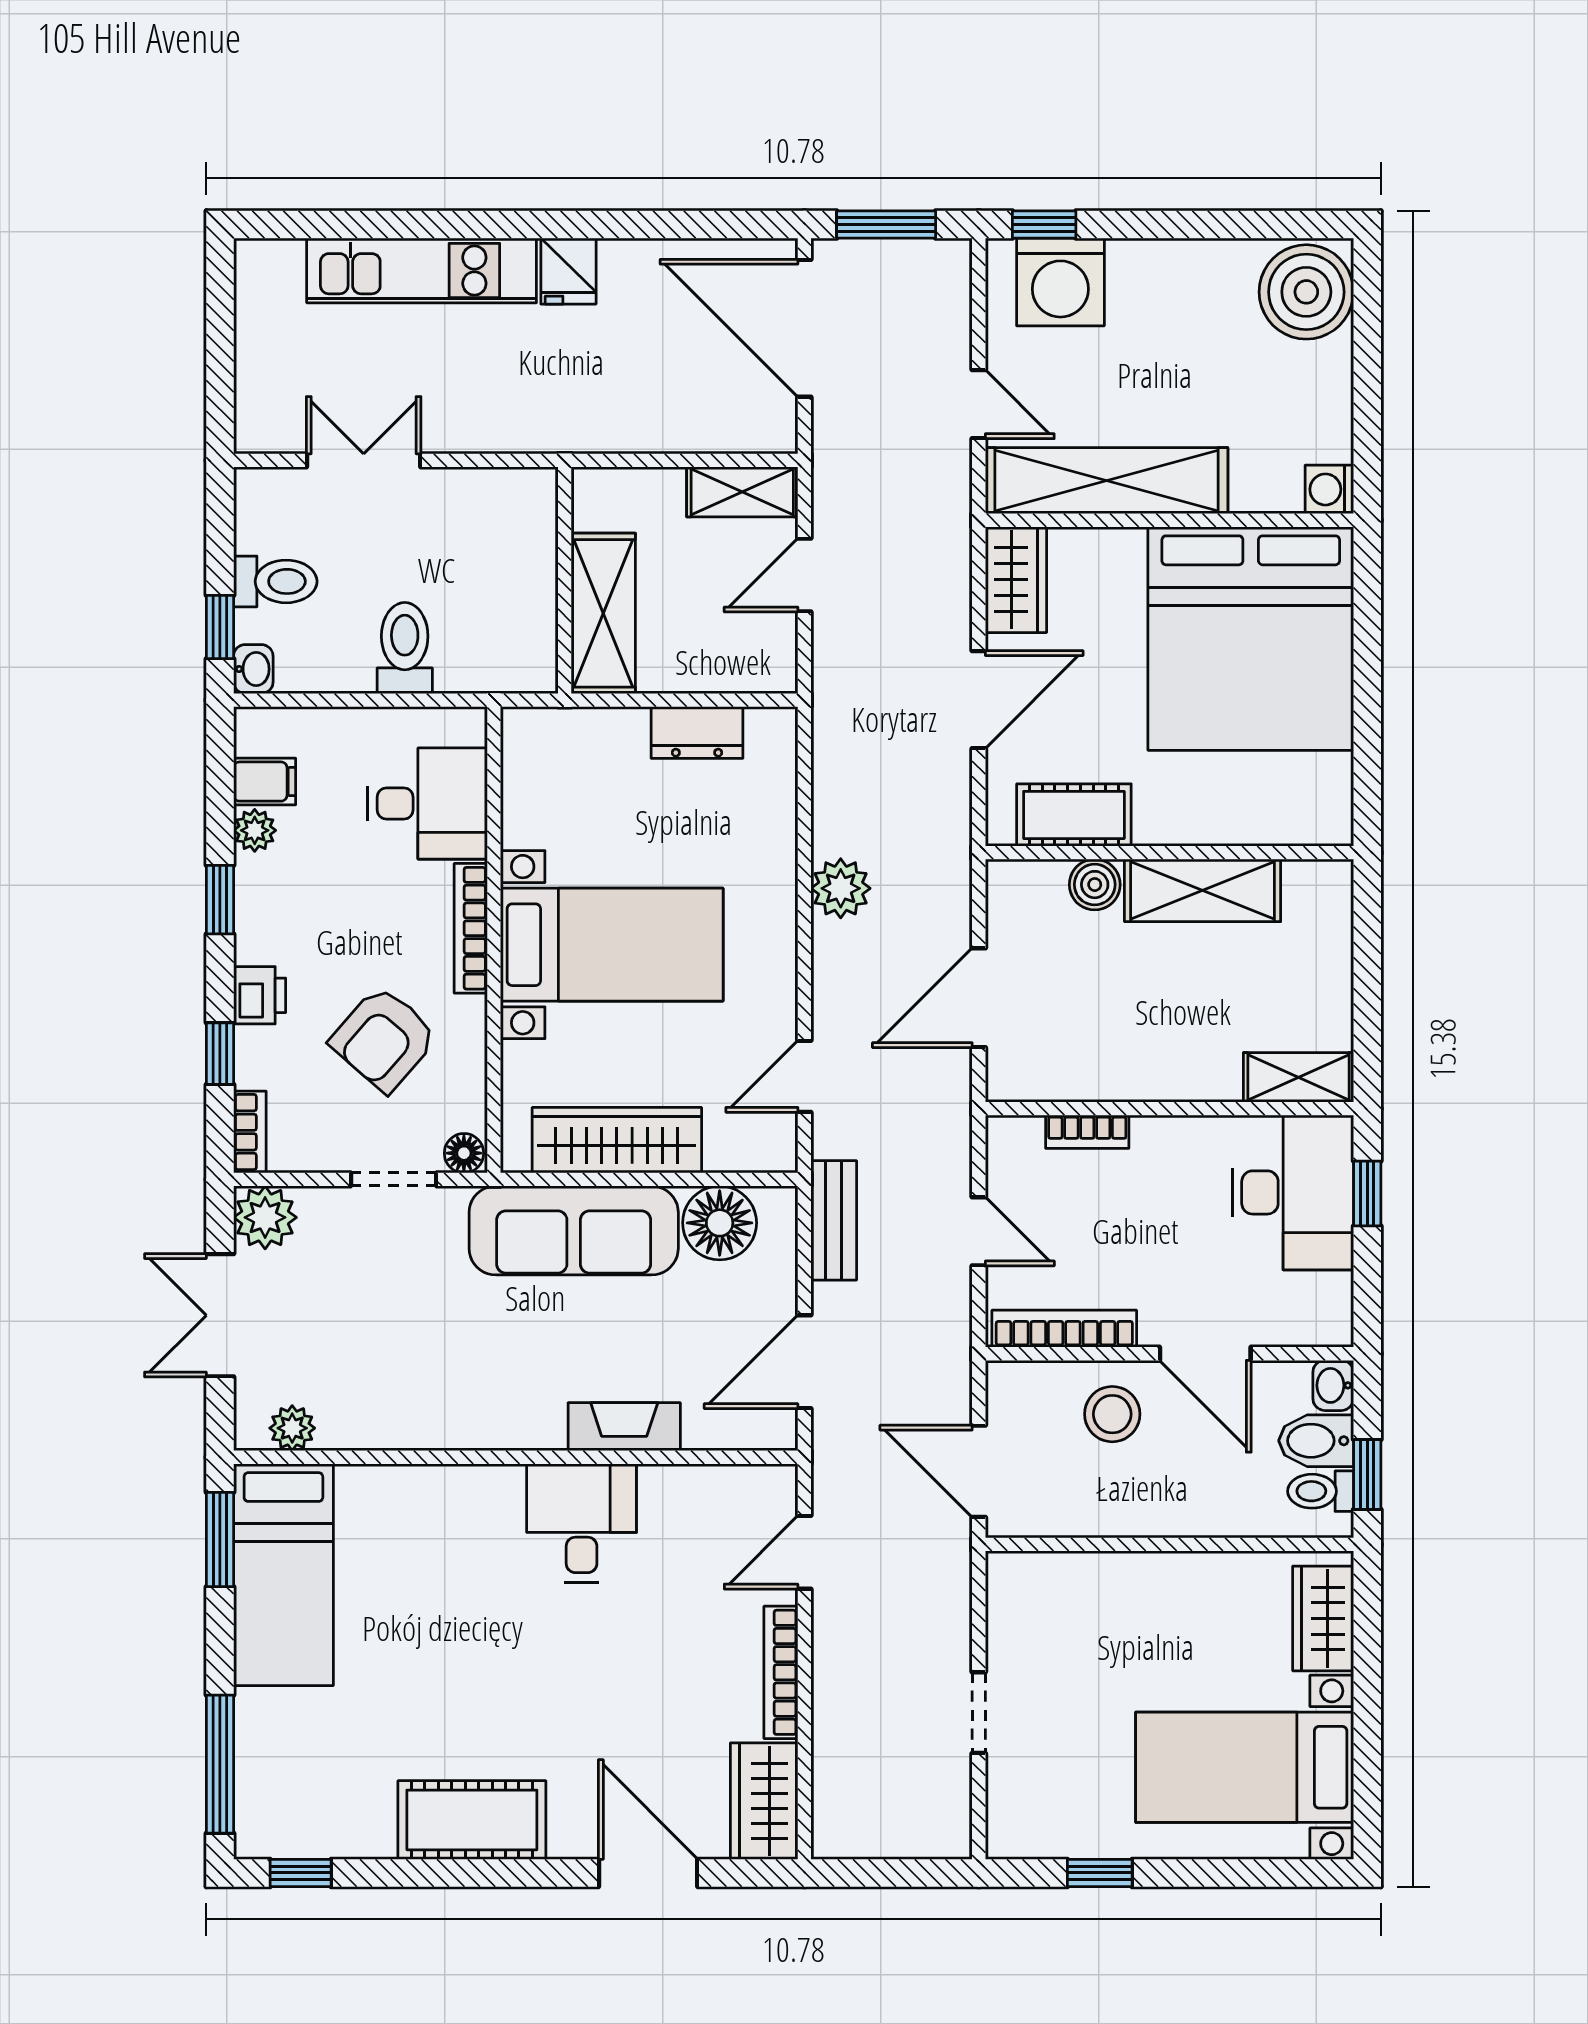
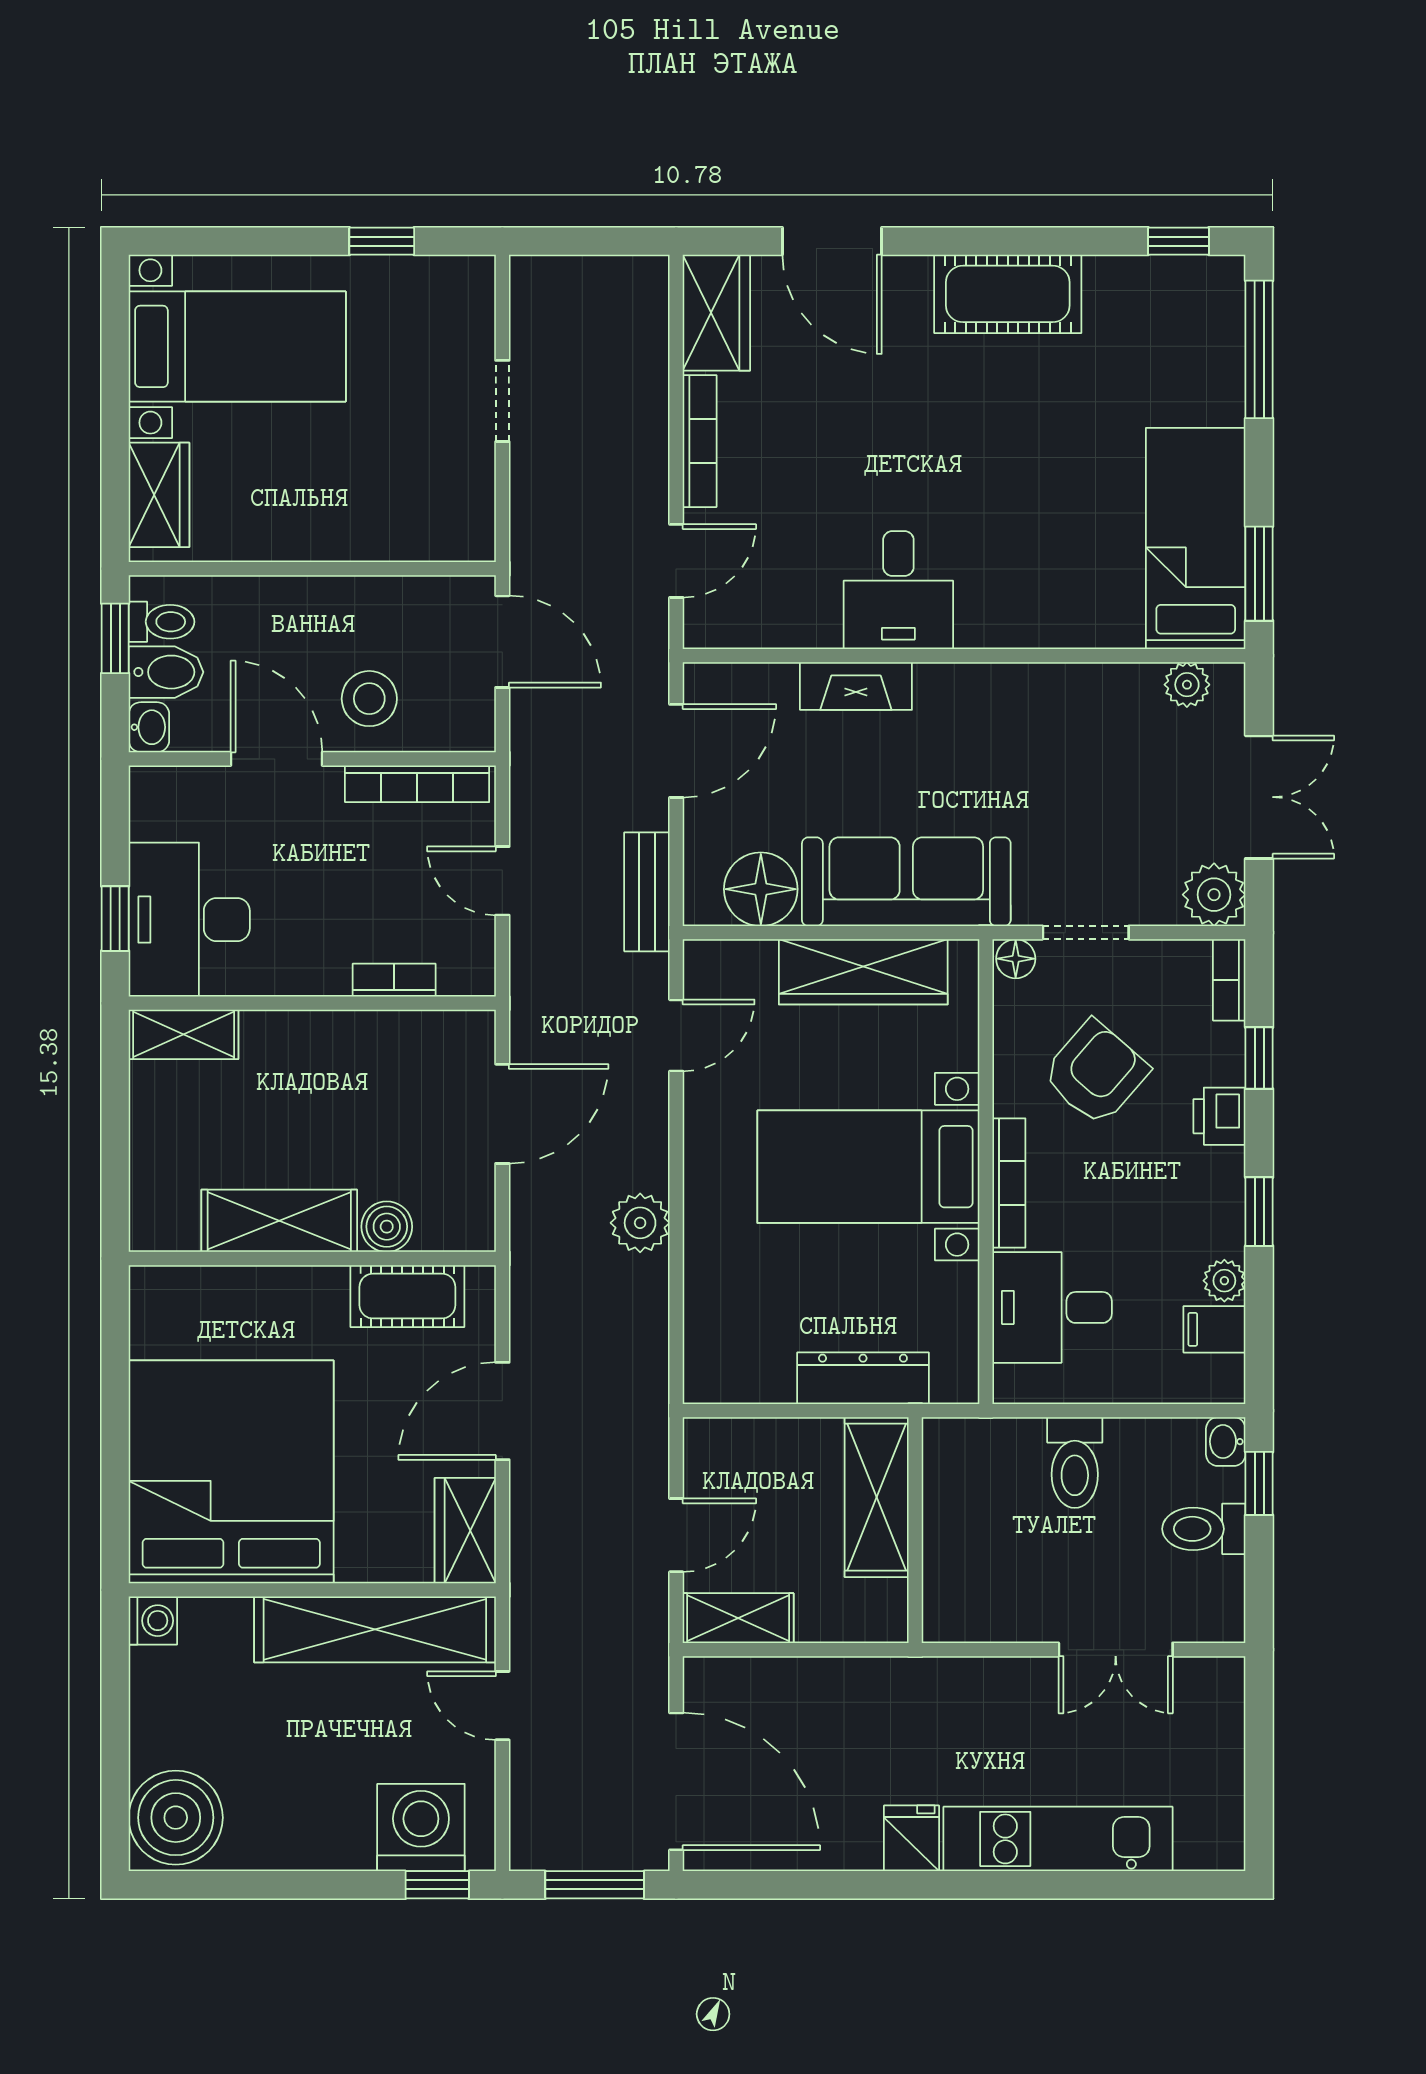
dresser: (697, 732) -> (863, 1378), moved, width x1.44

